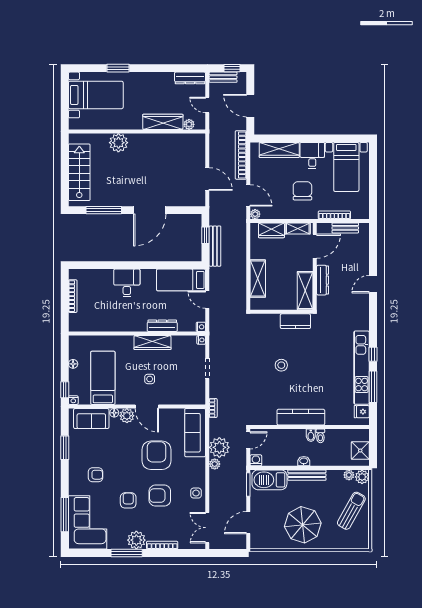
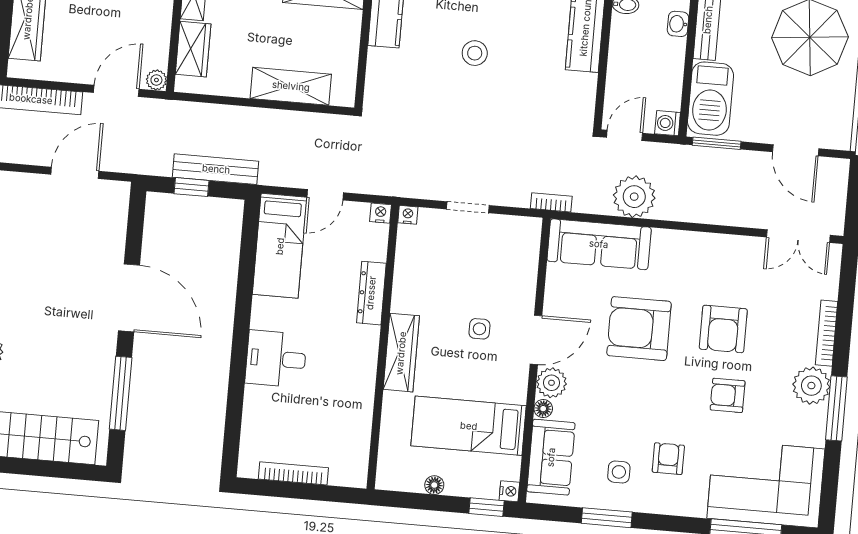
wardrobe: (152, 343) -> (401, 353), moved
door: (248, 440) -> (625, 135), hinge flipped
plant: (215, 464) -> (668, 209), removed
side table: (196, 493) -> (619, 472), moved

